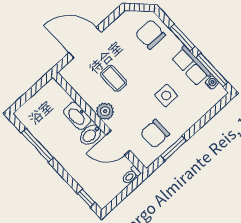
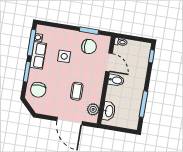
plant: (105, 111) -> (93, 109), moved
washbasin: (77, 116) -> (109, 111), moved

